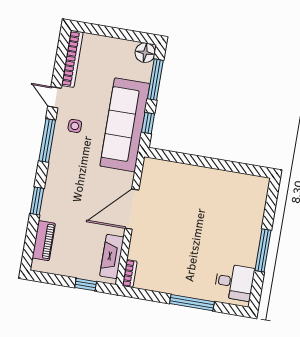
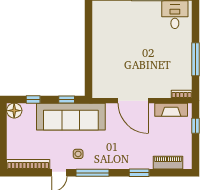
window: (155, 80) -> (33, 99), width x0.46
window: (192, 303) -> (196, 59), moved

